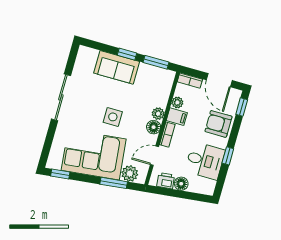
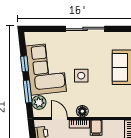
plant: (177, 102) -> (108, 125), removed
plant: (158, 114) -> (94, 112), removed
window: (60, 174) -> (25, 64), moved

